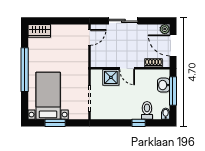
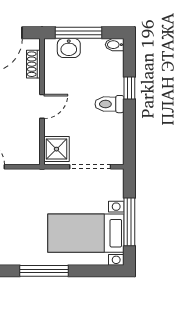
window: (25, 70) -> (44, 271), width x0.68
shower: (111, 77) -> (56, 149), moved
toilet: (147, 110) -> (109, 104), moved
window: (55, 123) -> (129, 222), width x1.44

